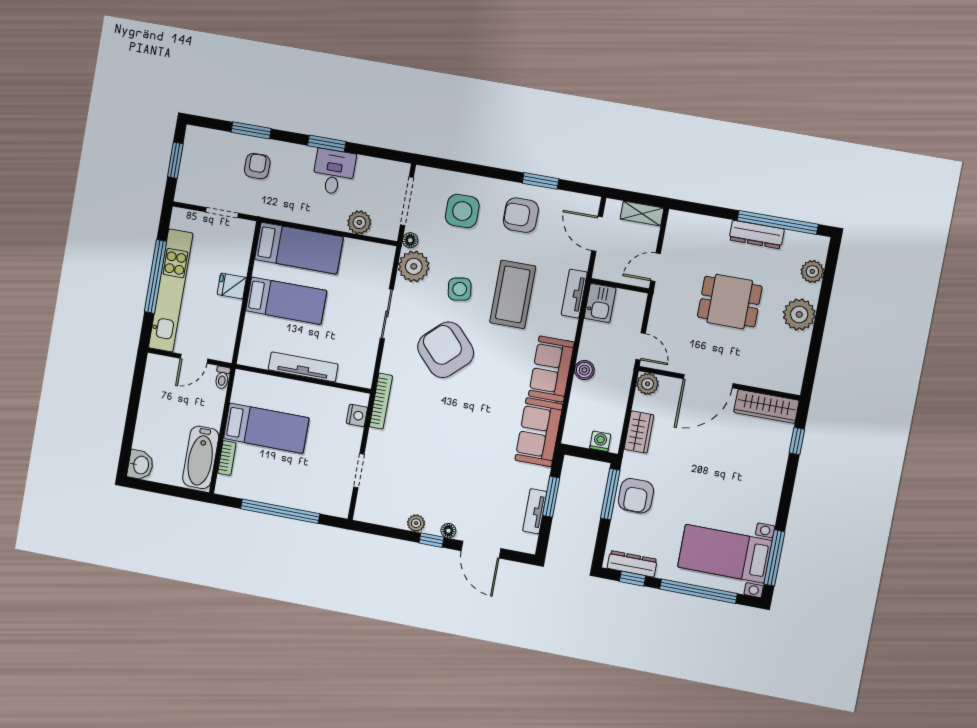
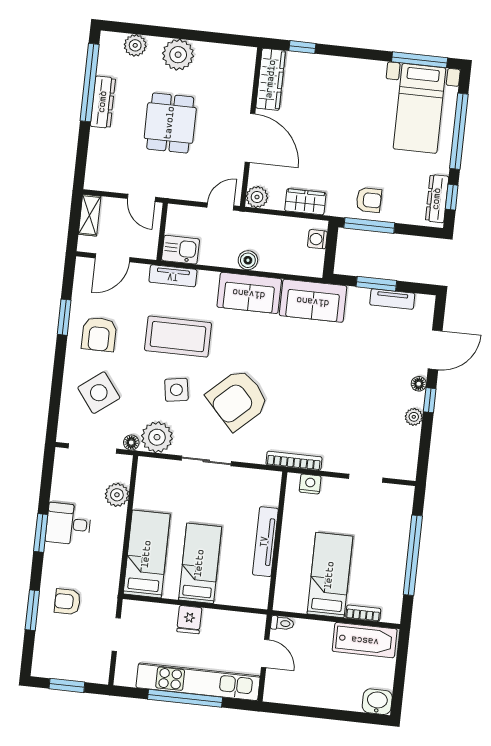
side table: (462, 211) -> (99, 393), turned -37
armchair: (636, 496) -> (369, 200), width x0.72, depth x0.72

